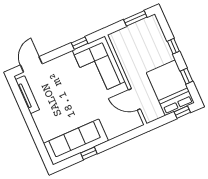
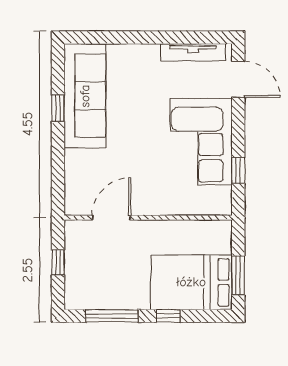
corner sofa: (99, 66) -> (201, 142), moved, turned -90
window: (187, 76) -> (112, 316), width x2.17
bed: (170, 88) -> (191, 282), moved, turned 180
window: (182, 112) -> (58, 262), moved

